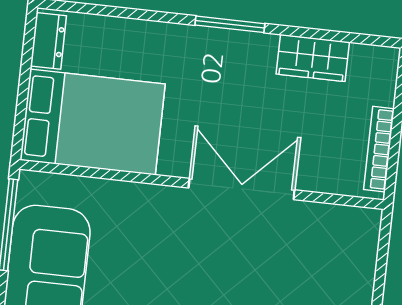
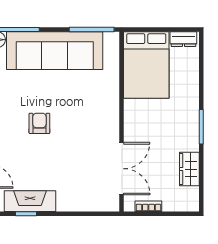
bookcase: (379, 149) -> (148, 206), width x0.64
double door: (242, 189) -> (122, 169), moved

